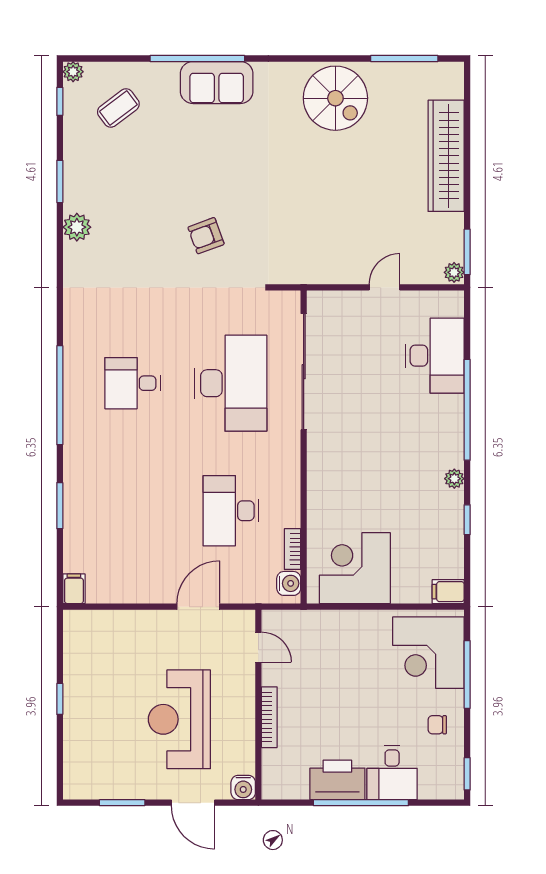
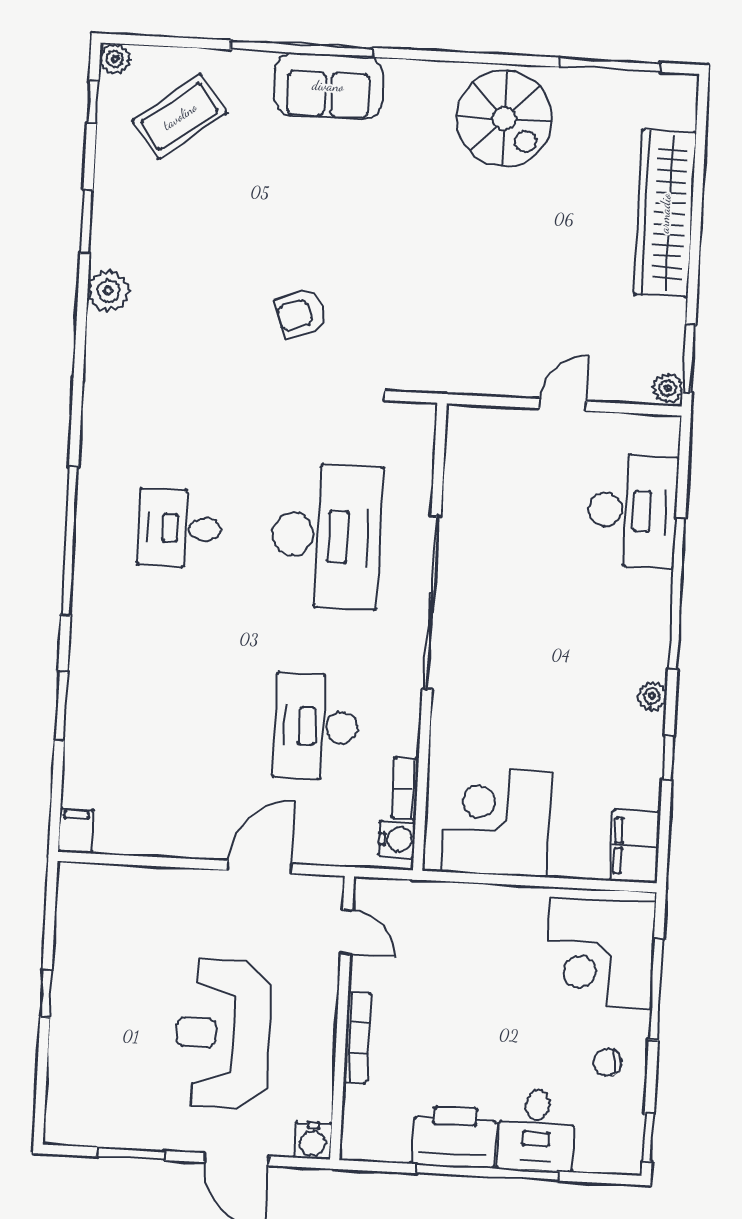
coffee table: (118, 108) -> (180, 116), width x1.36, depth x1.30
sliding door: (304, 372) -> (432, 603), moved
filing cabinet: (448, 592) -> (635, 846), width x2.00

